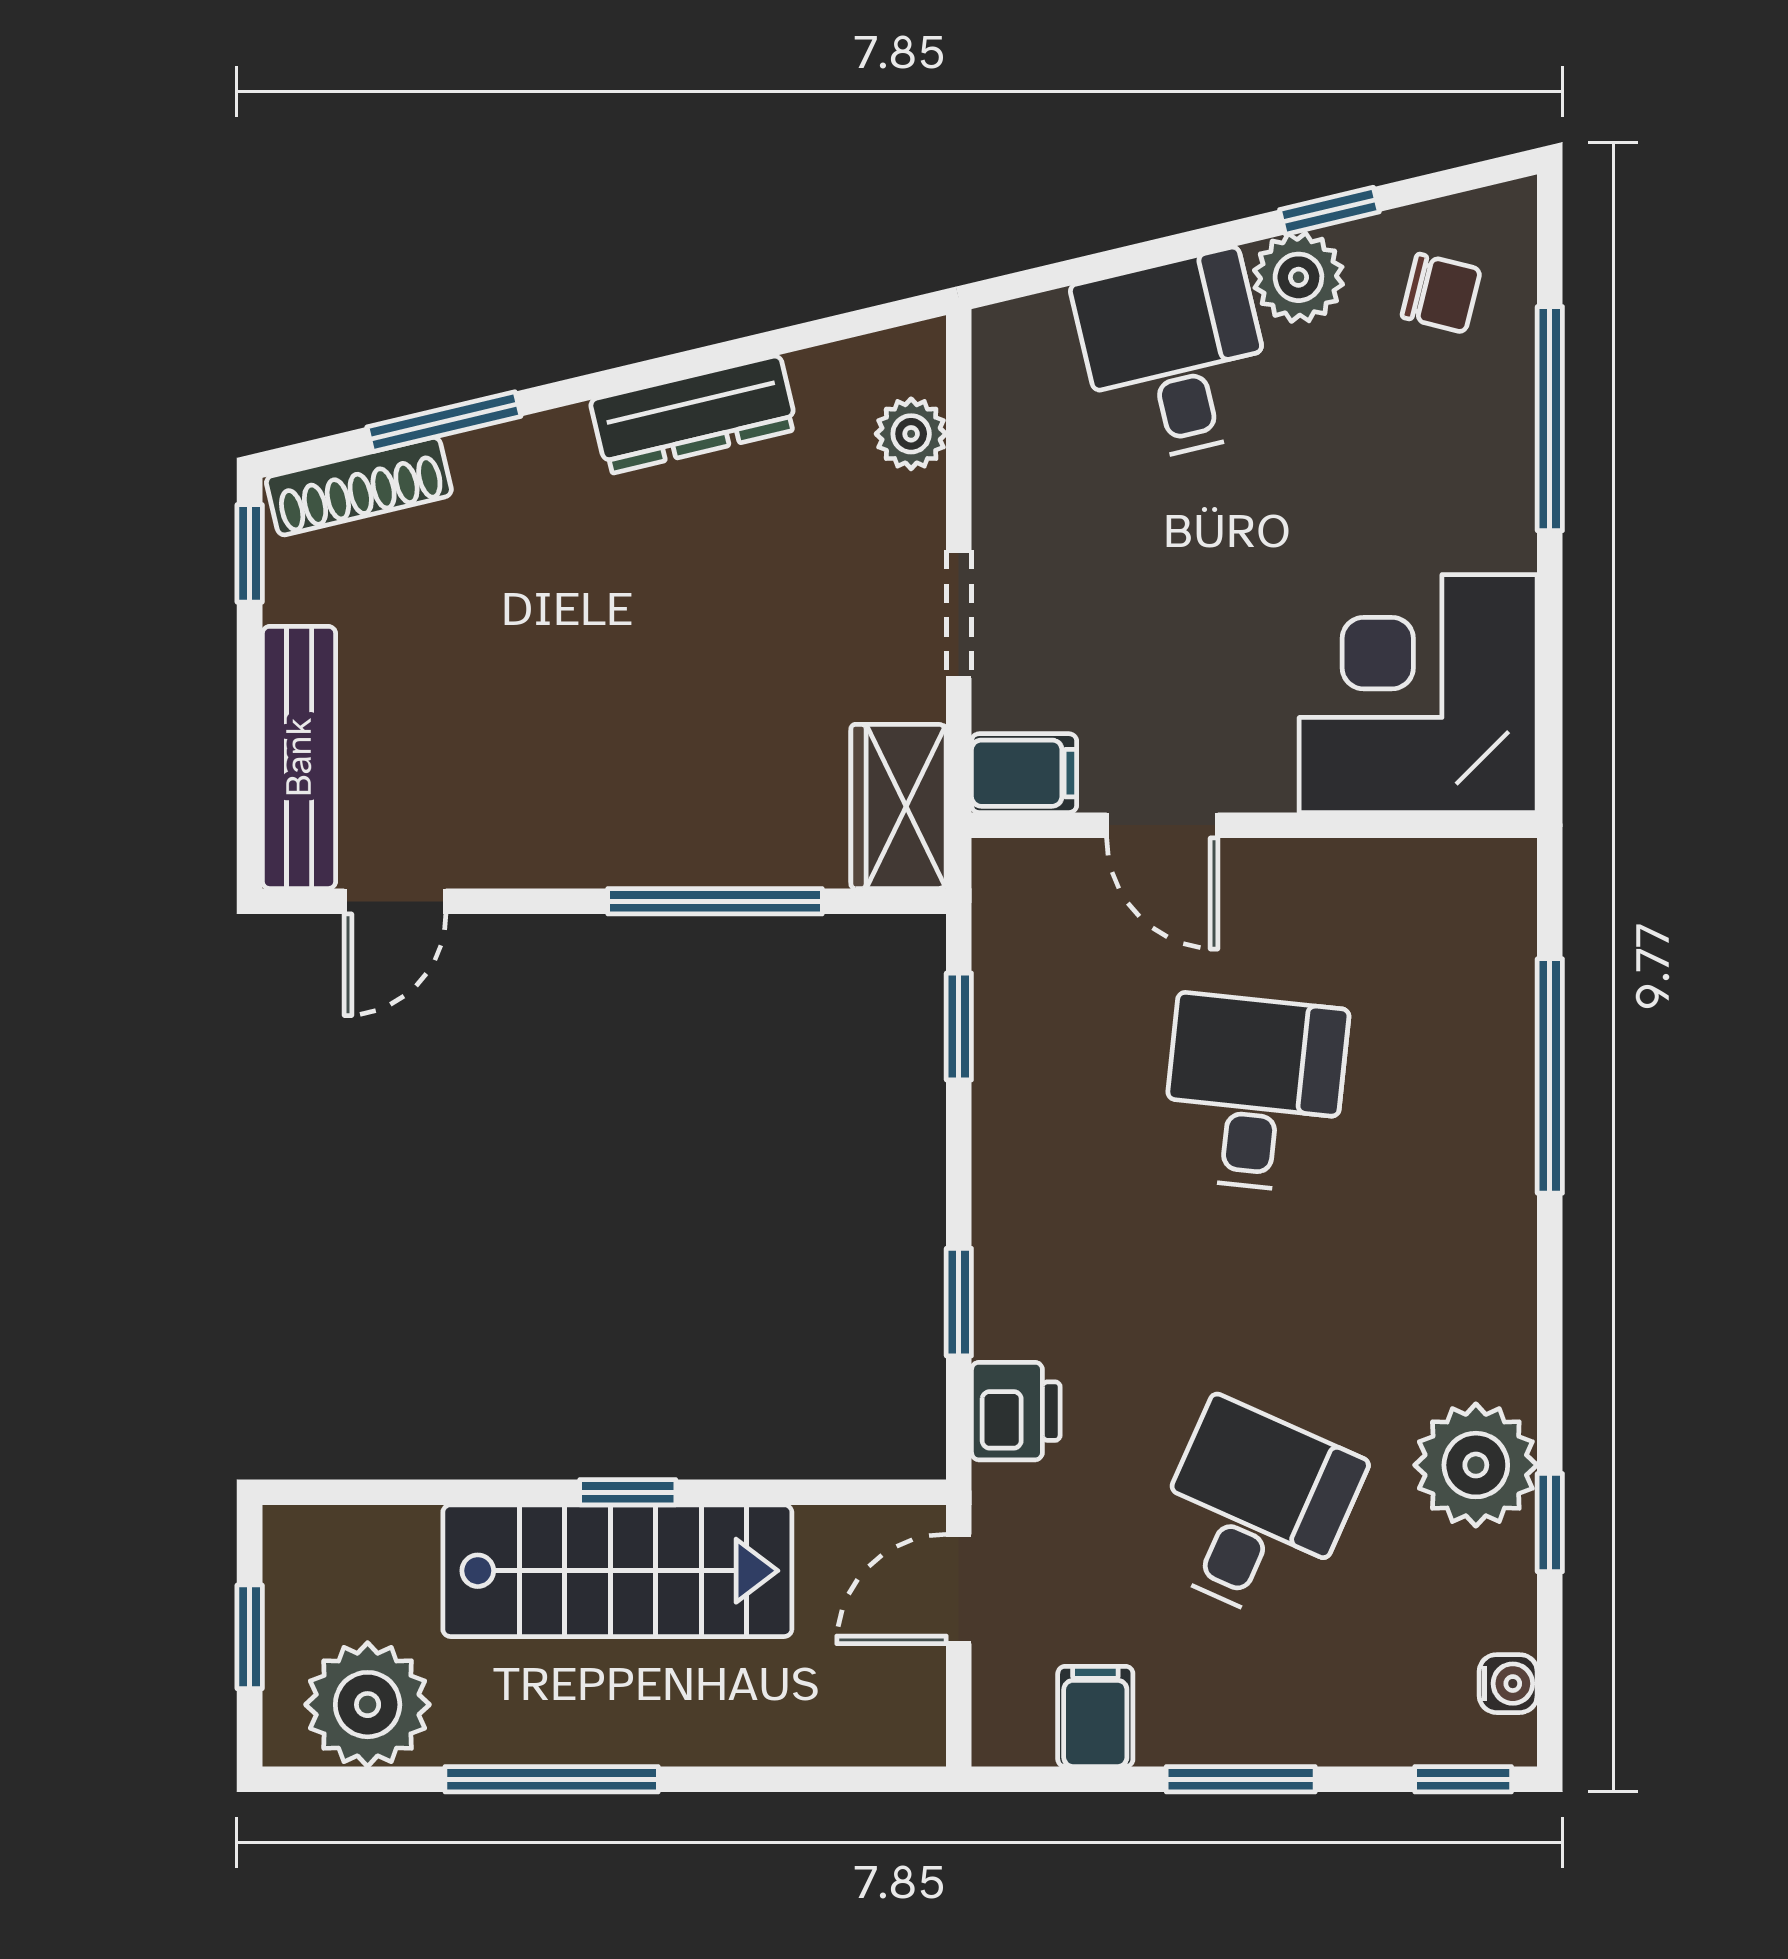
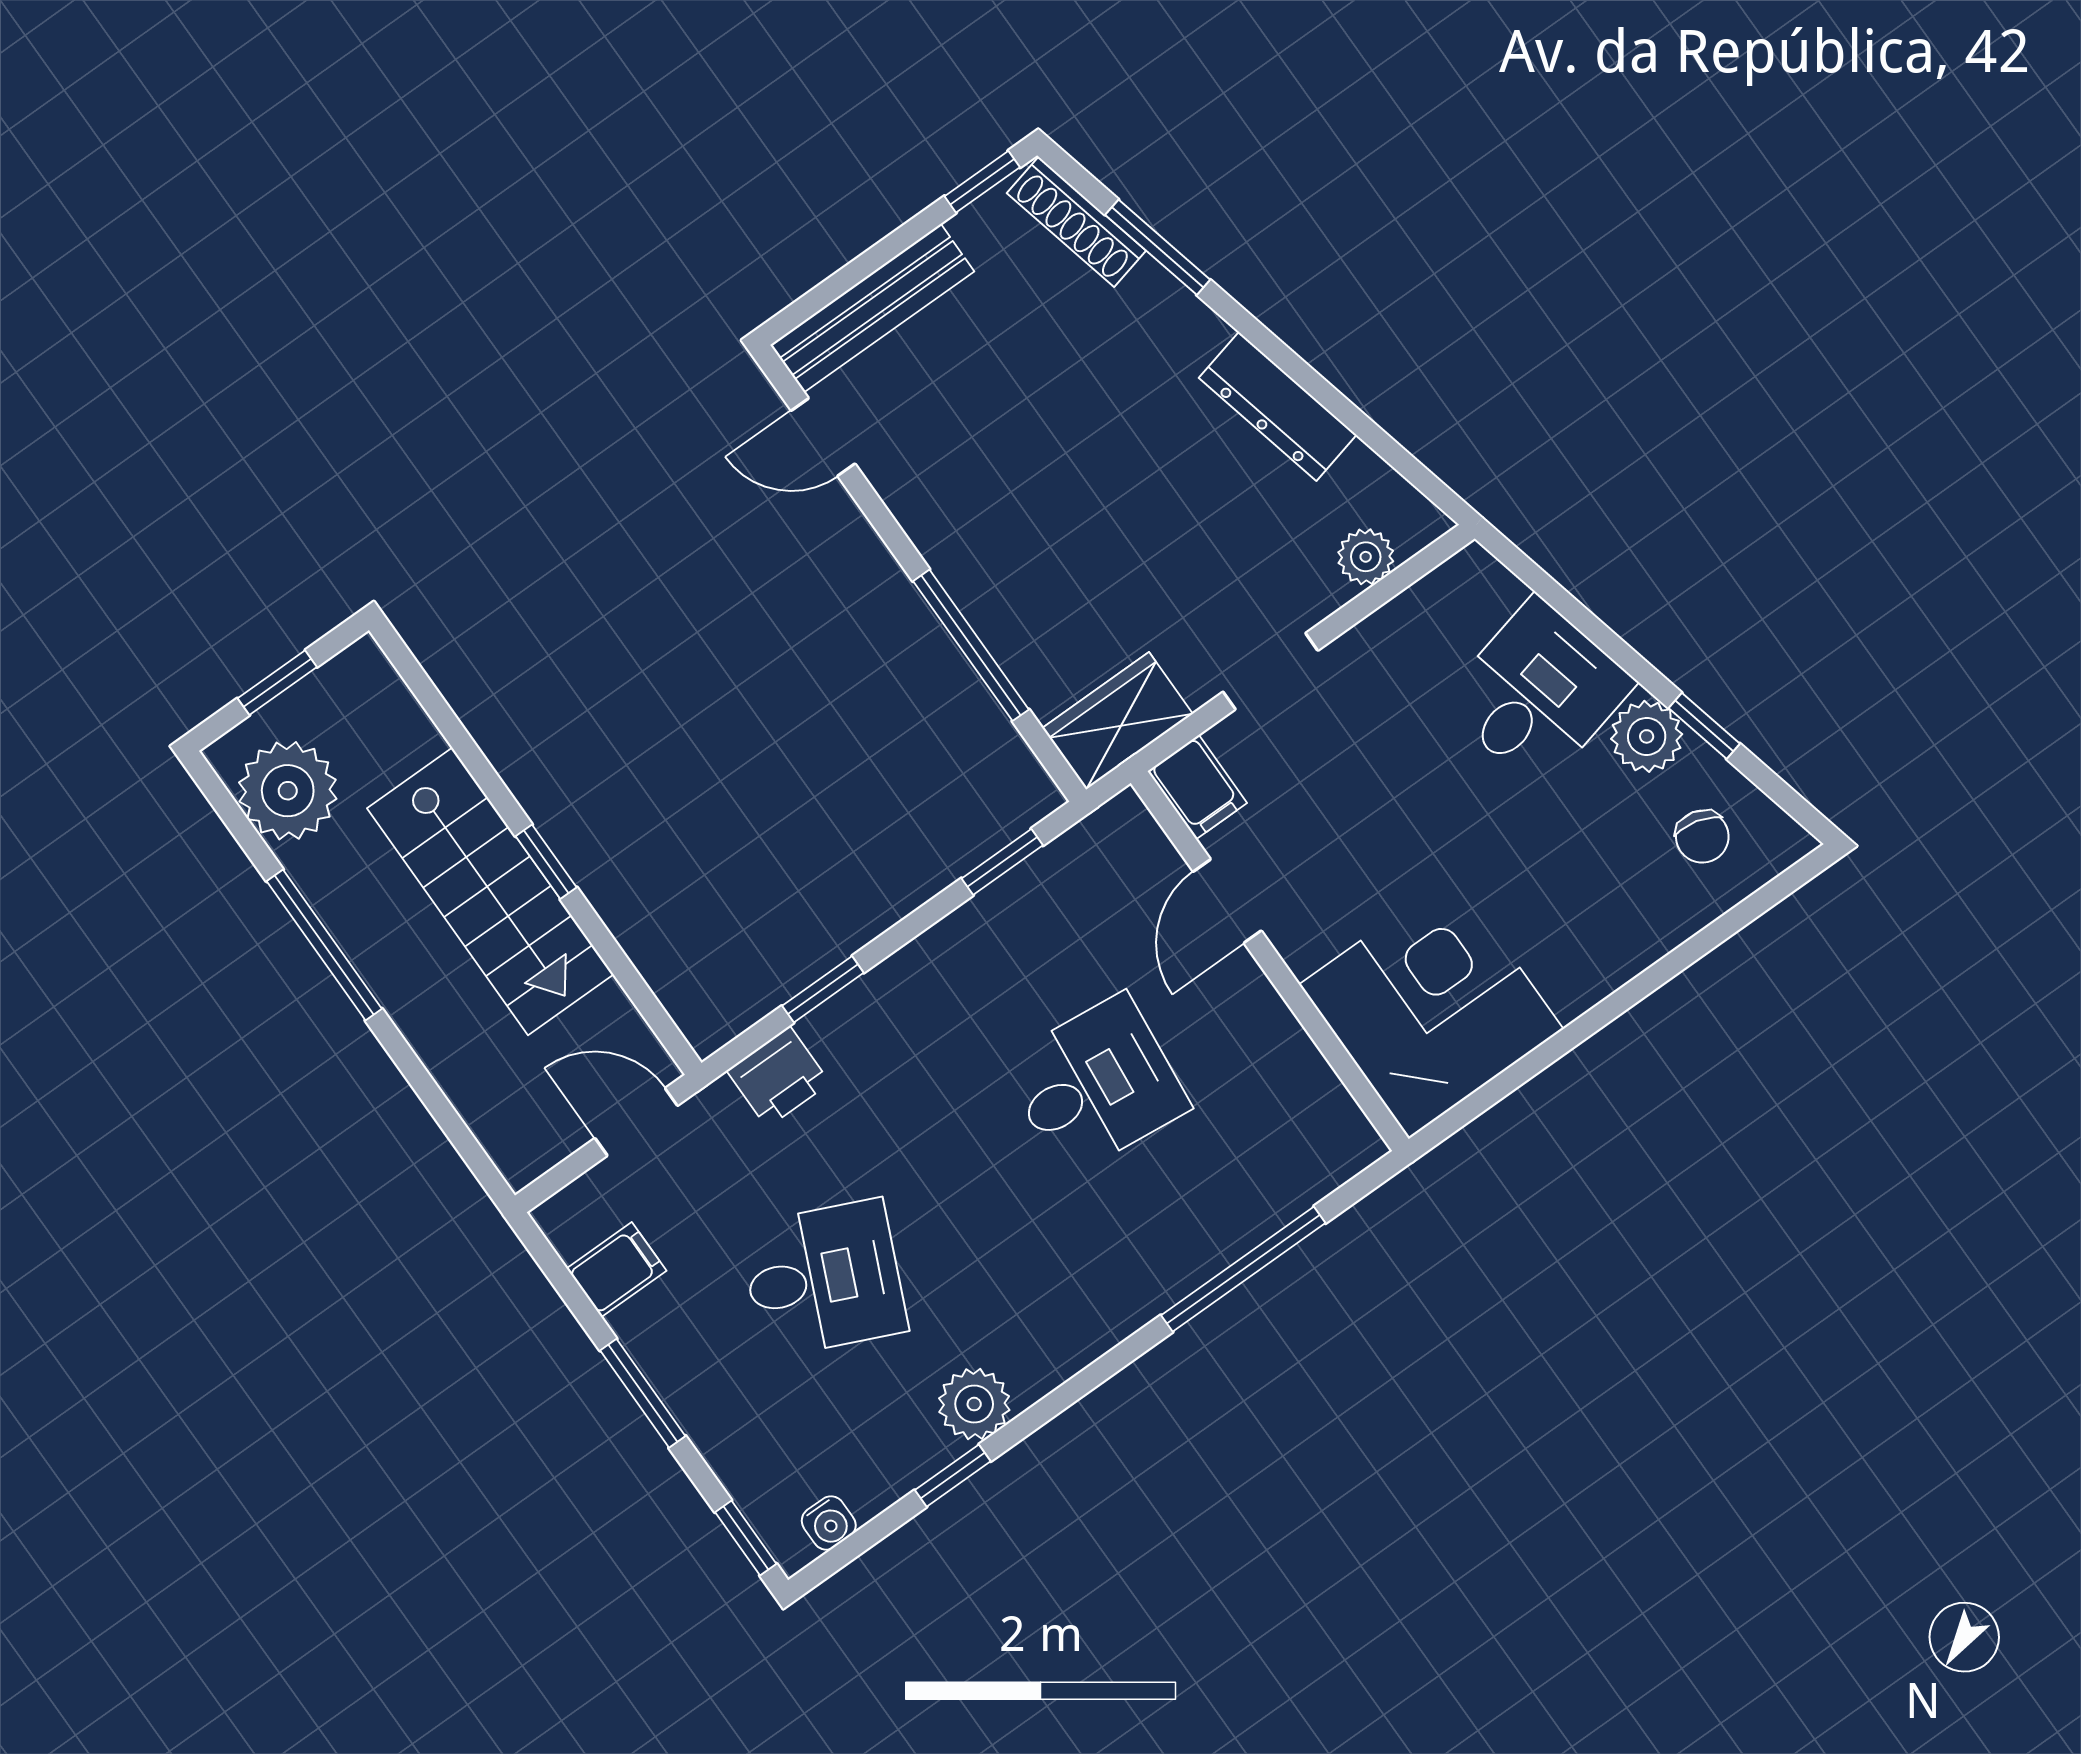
window: (1550, 419) -> (1671, 965), removed
plant: (1476, 1465) -> (974, 1404), width x0.73, depth x0.73

